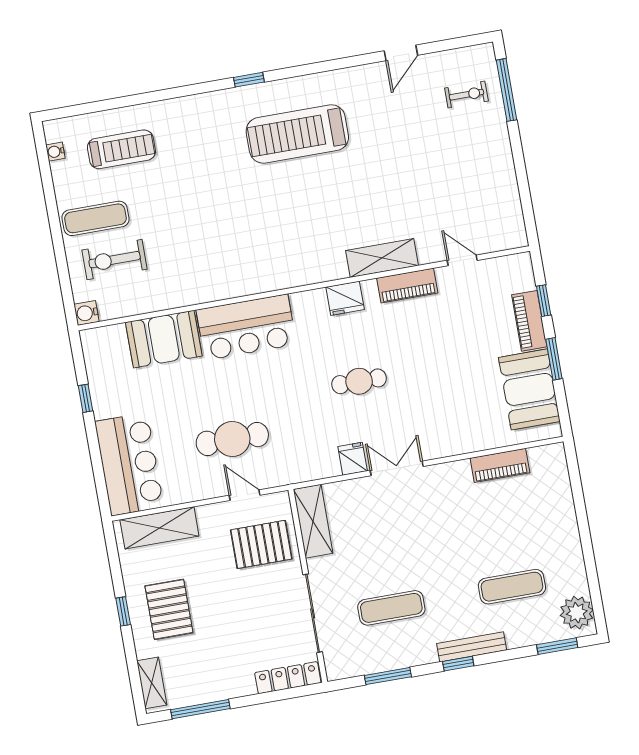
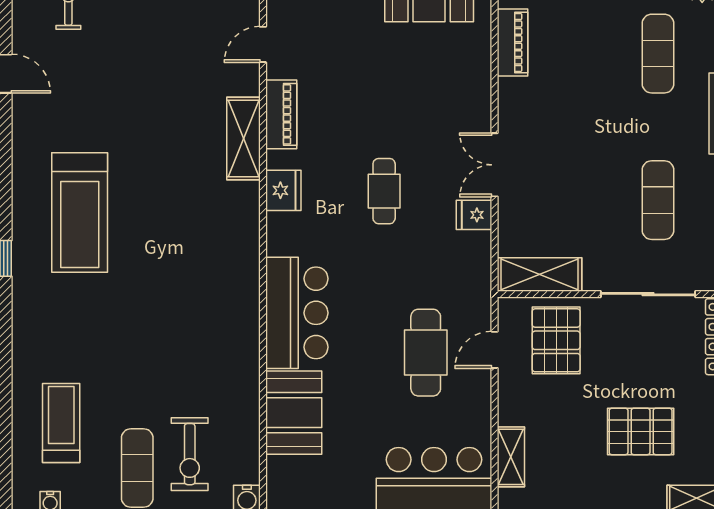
shelving: (159, 528) -> (511, 457), width x0.67, depth x0.75
pallet: (169, 609) -> (641, 431), moved

